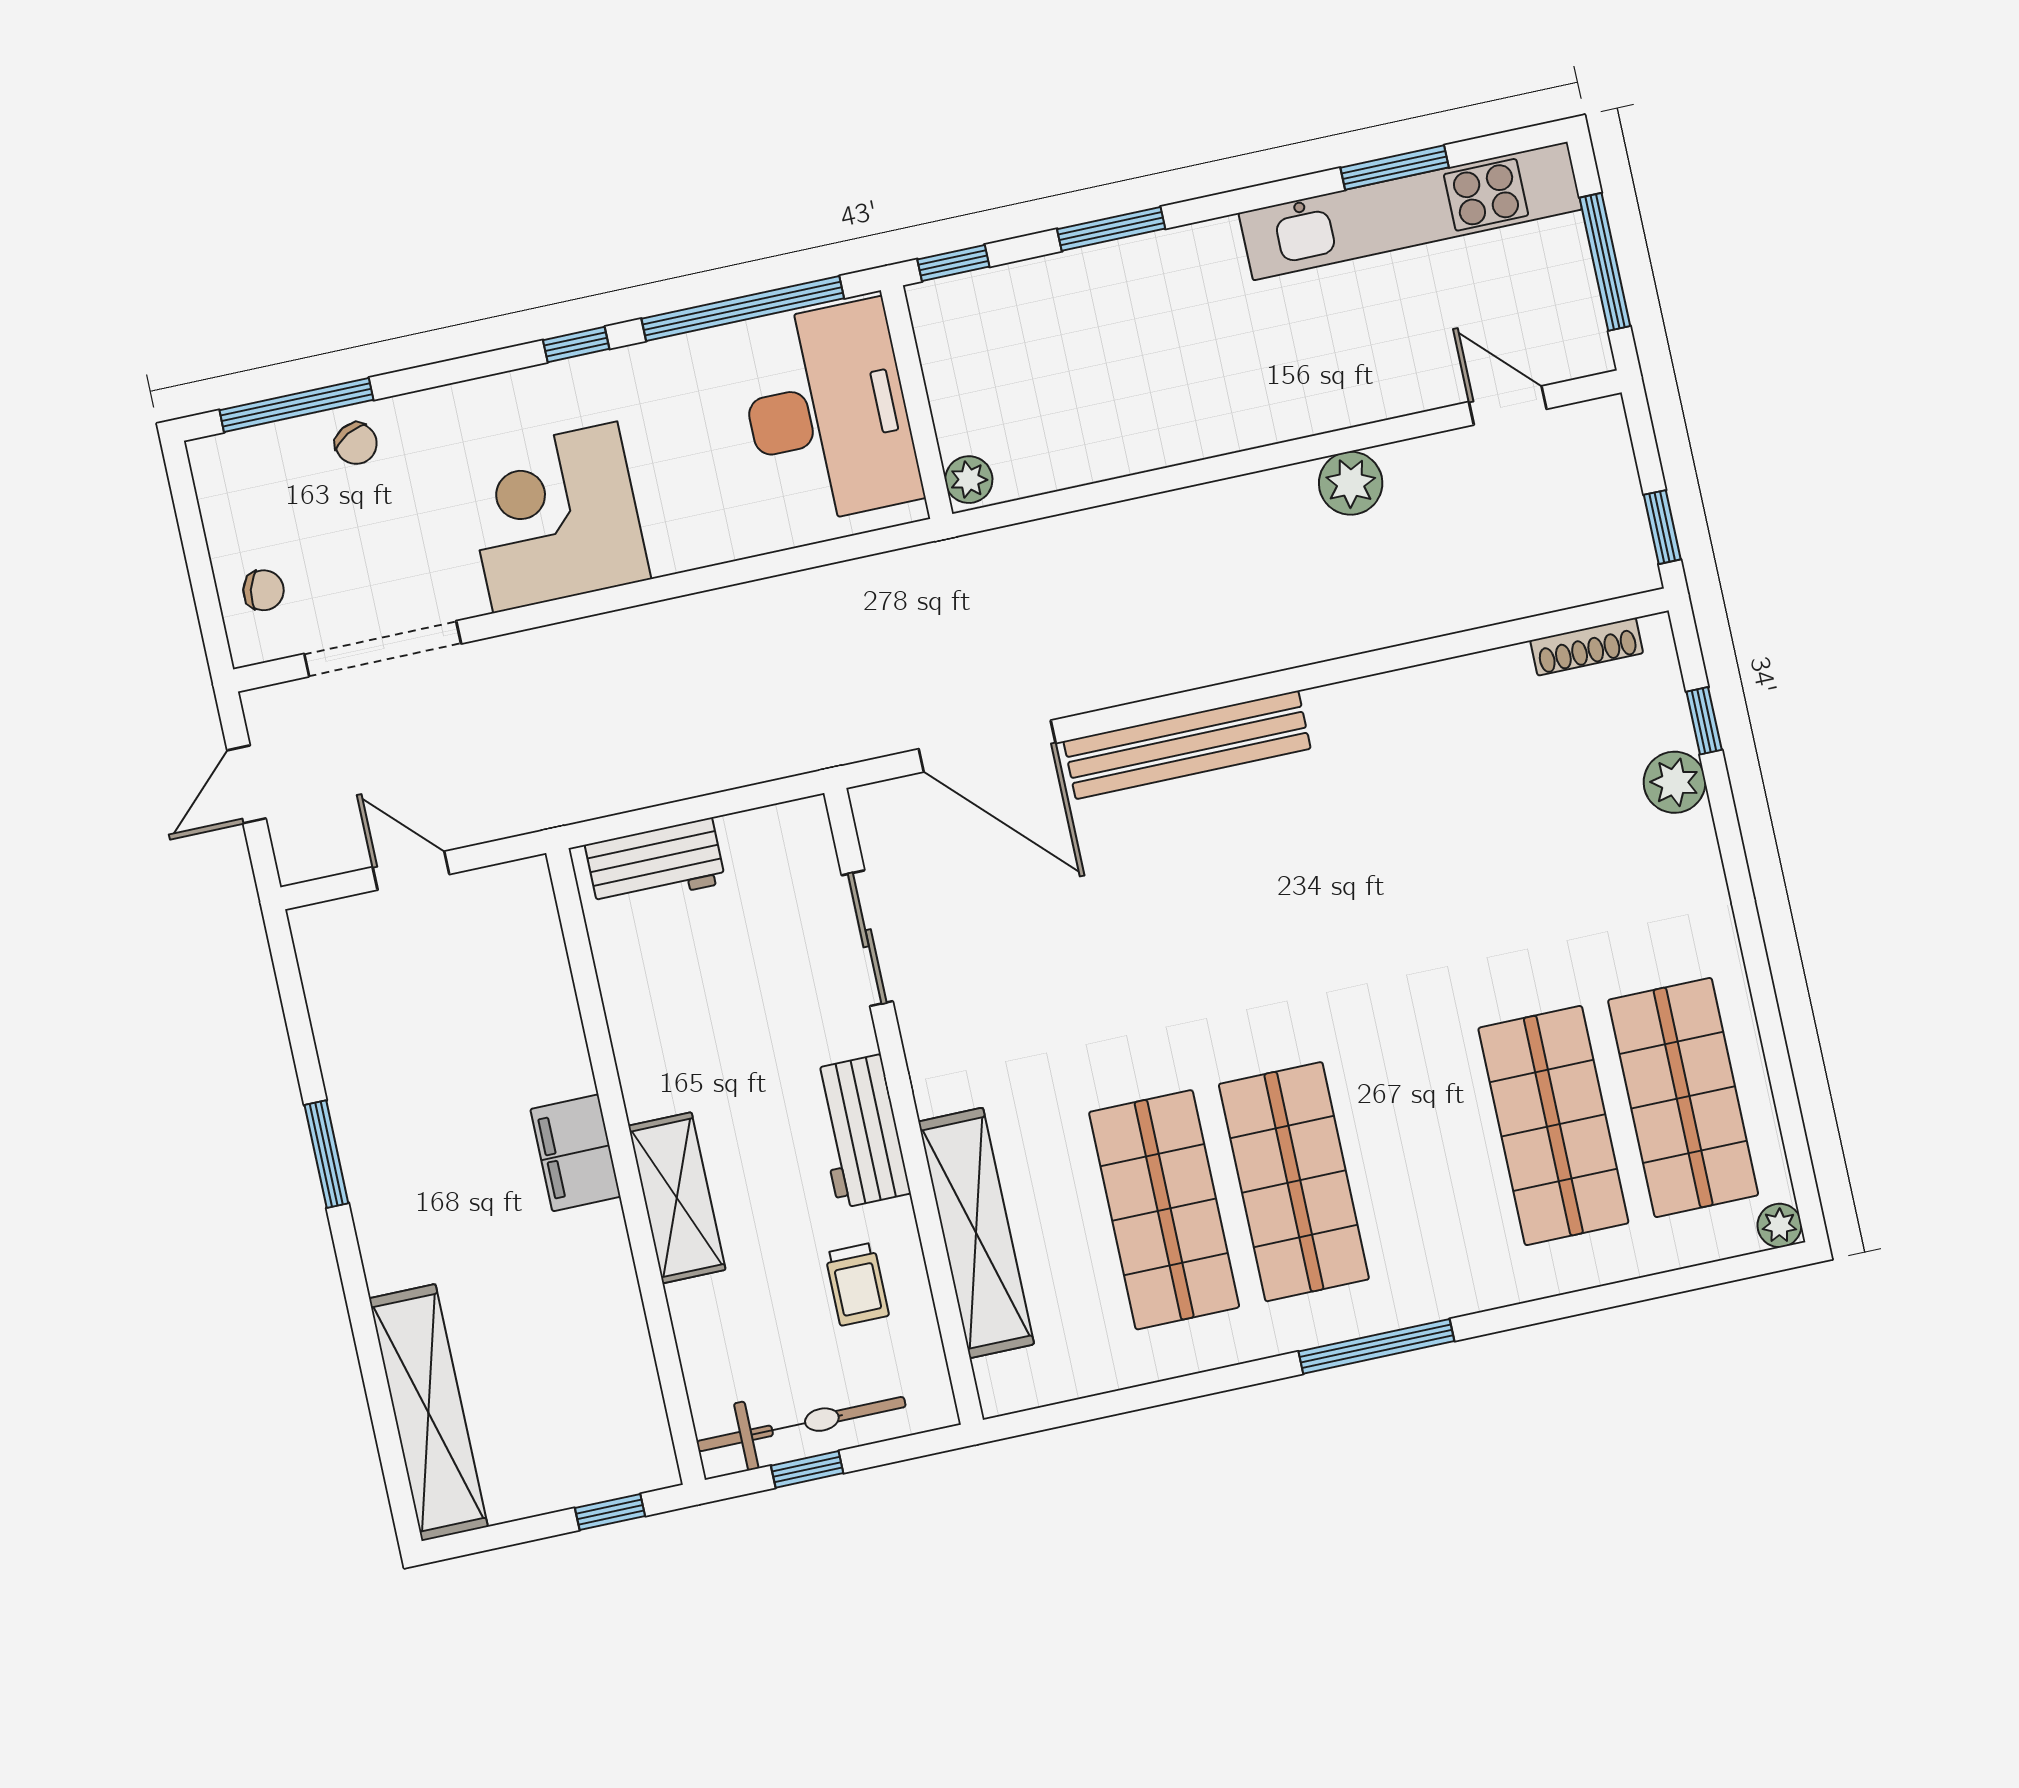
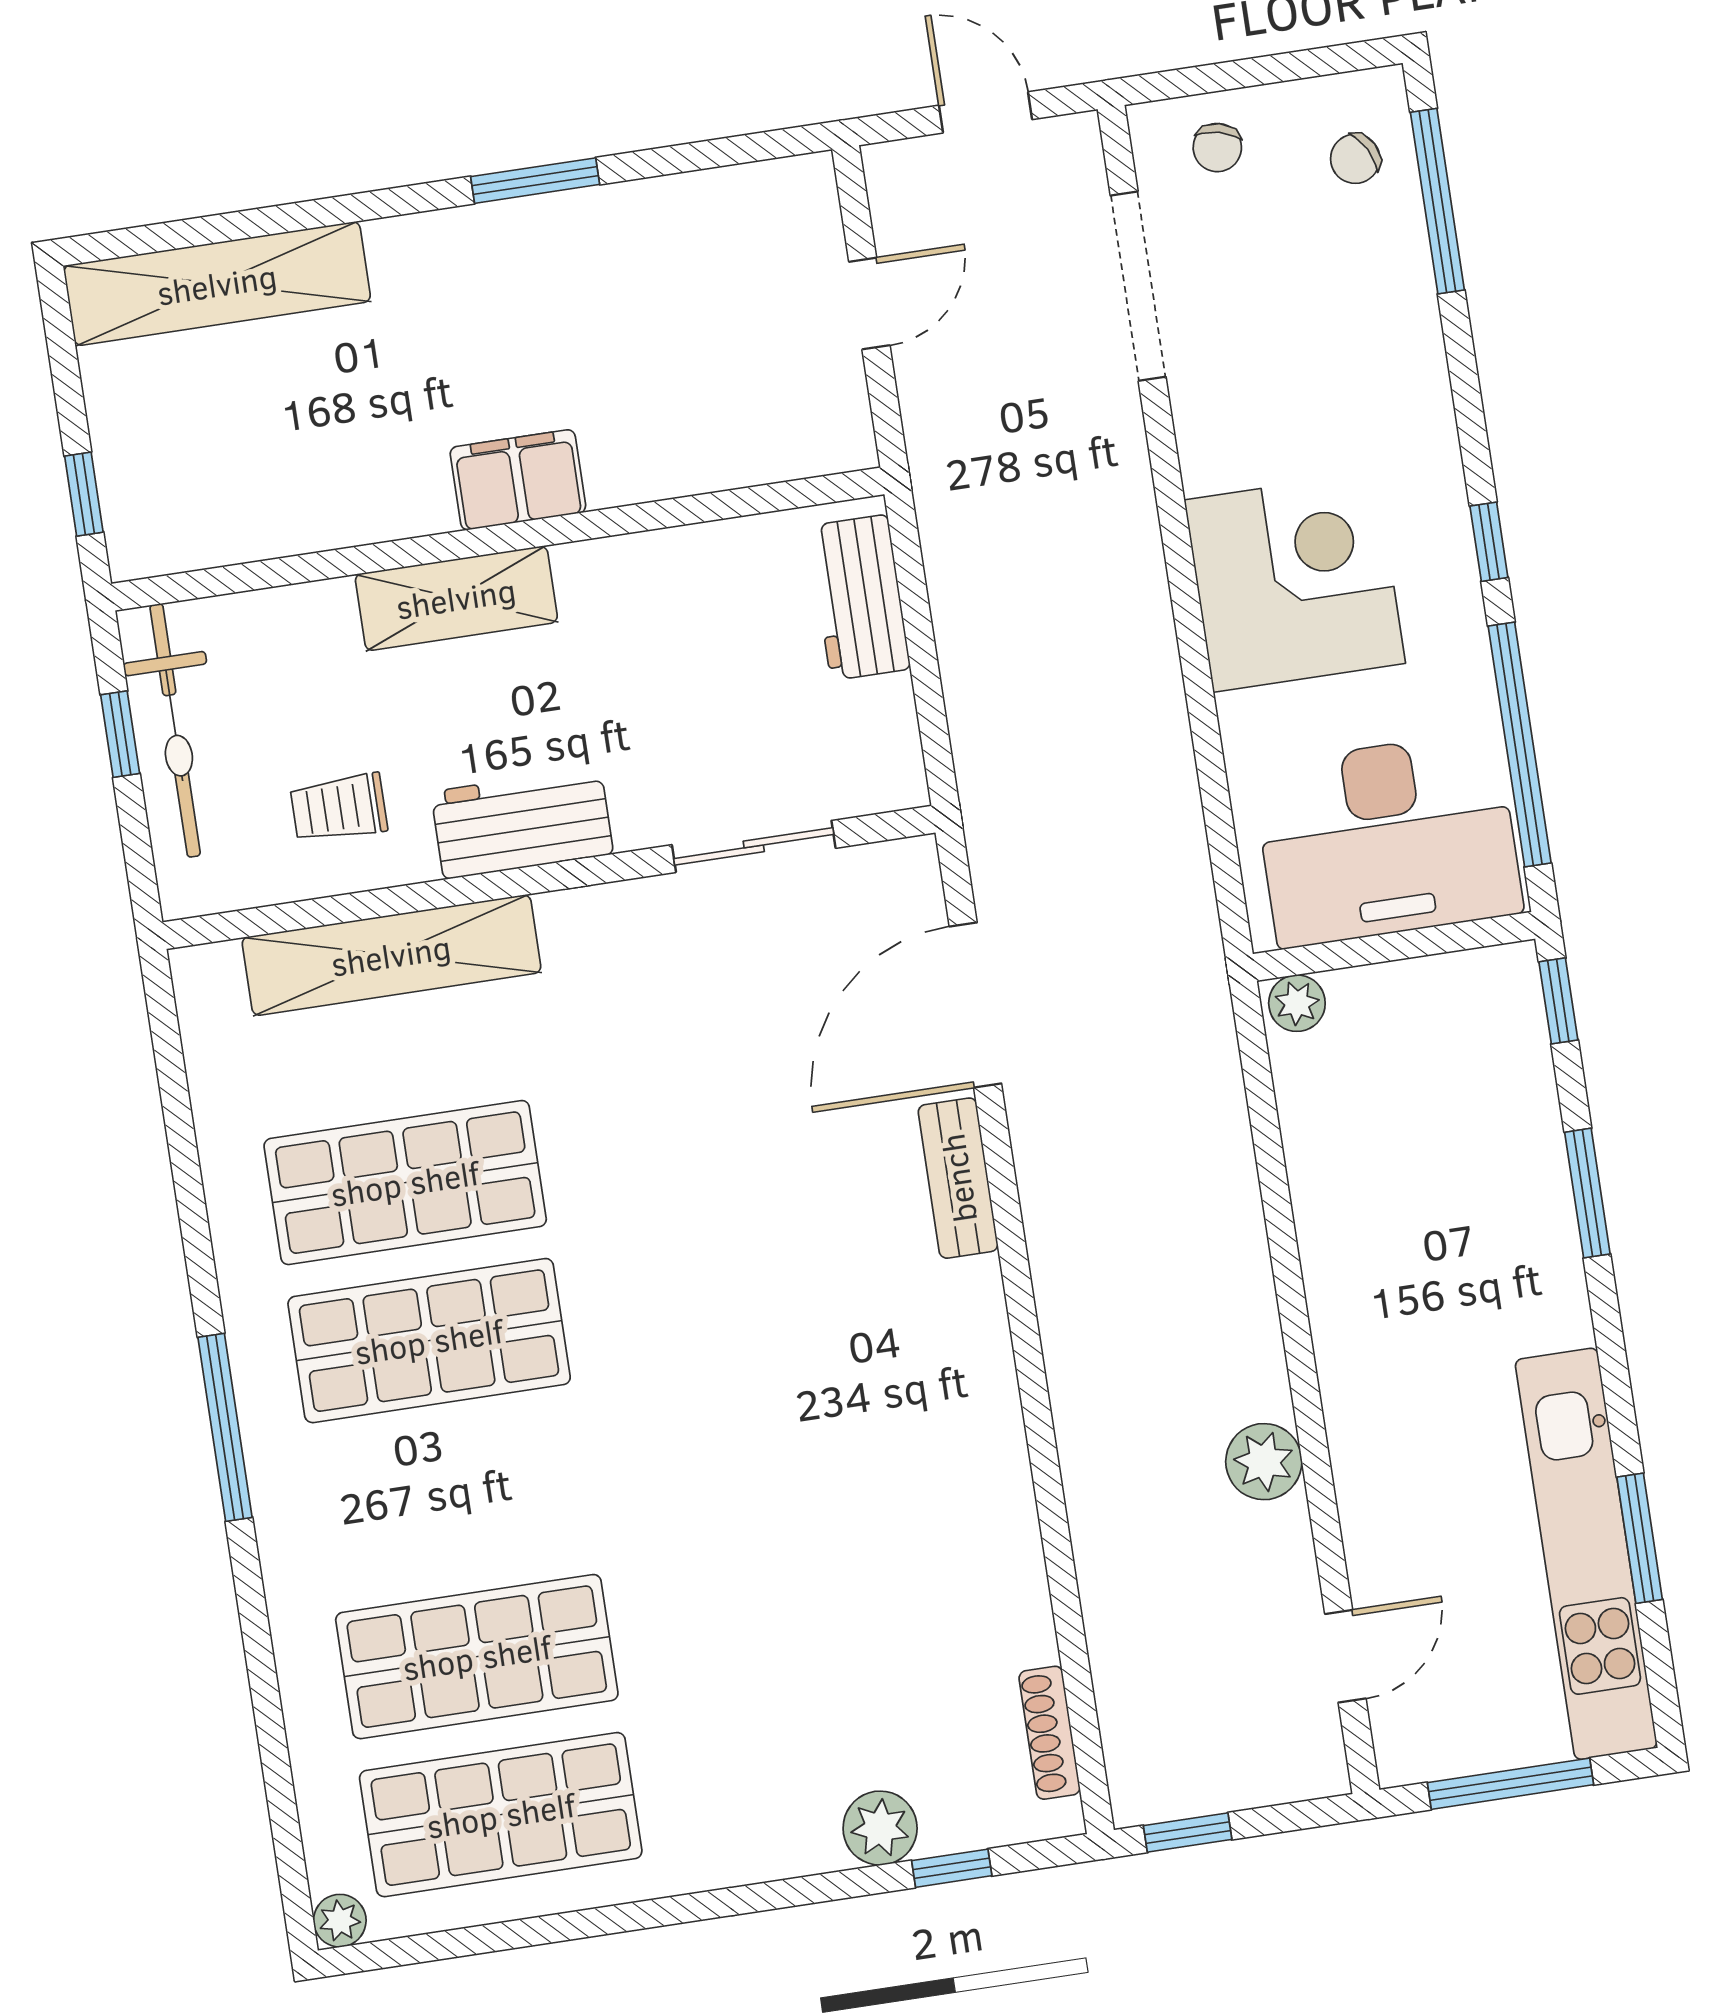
chair: (356, 444) -> (1355, 159), moved
corner desk: (555, 517) -> (1295, 582), moved
bench: (1187, 745) -> (958, 1178), width x0.54, depth x0.82

